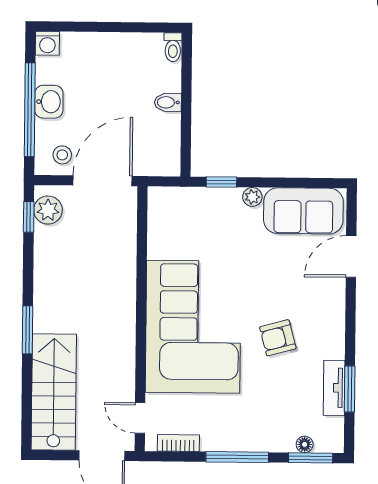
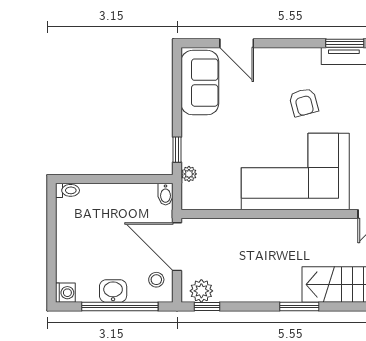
bidet: (168, 102) -> (166, 194), moved
plant: (252, 197) -> (189, 174), moved

